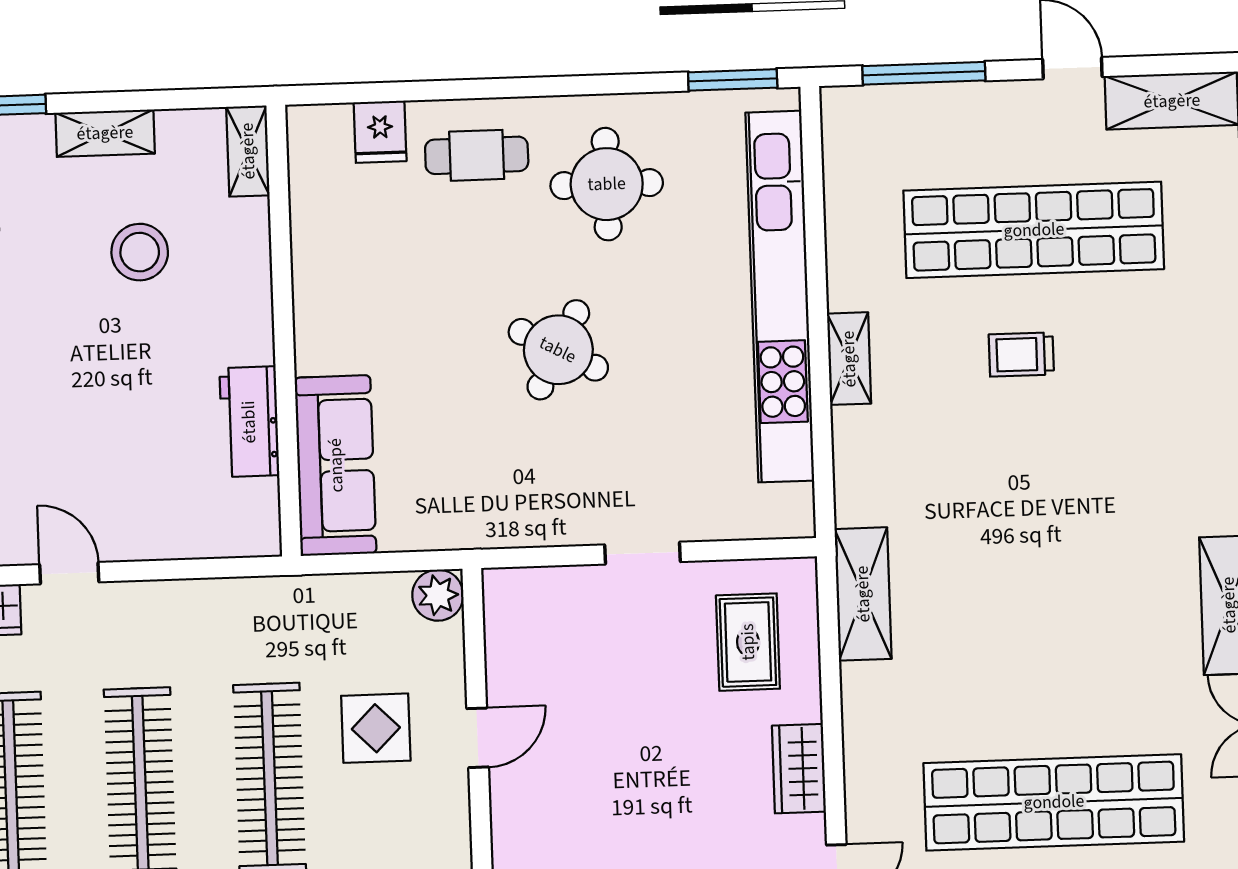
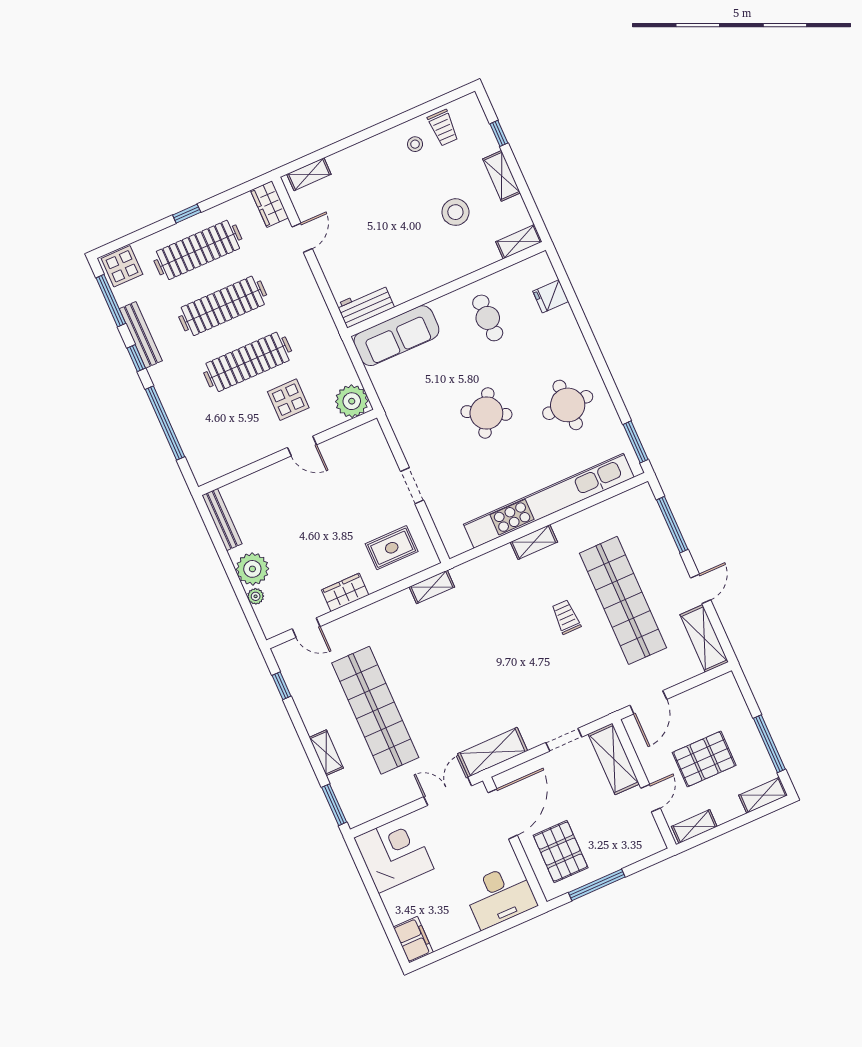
cafe table: (477, 155) -> (488, 318), moved
workbench: (249, 422) -> (366, 306), moved
shelving: (863, 594) -> (432, 587), width x0.67, depth x0.75
plant: (438, 595) -> (352, 401), width x1.36, depth x1.36

